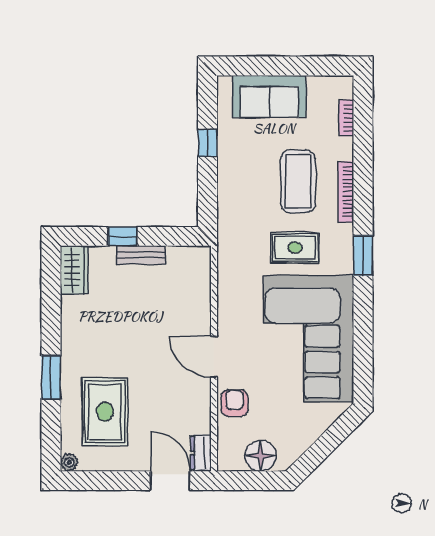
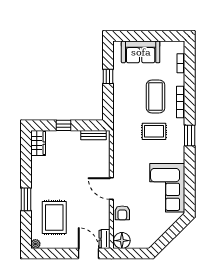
bench: (141, 255) -> (94, 135), moved
corner sofa: (308, 338) -> (167, 188), width x0.73, depth x0.74
armchair: (235, 403) -> (122, 213), turned 180
floor lamp: (261, 456) -> (122, 241), moved

